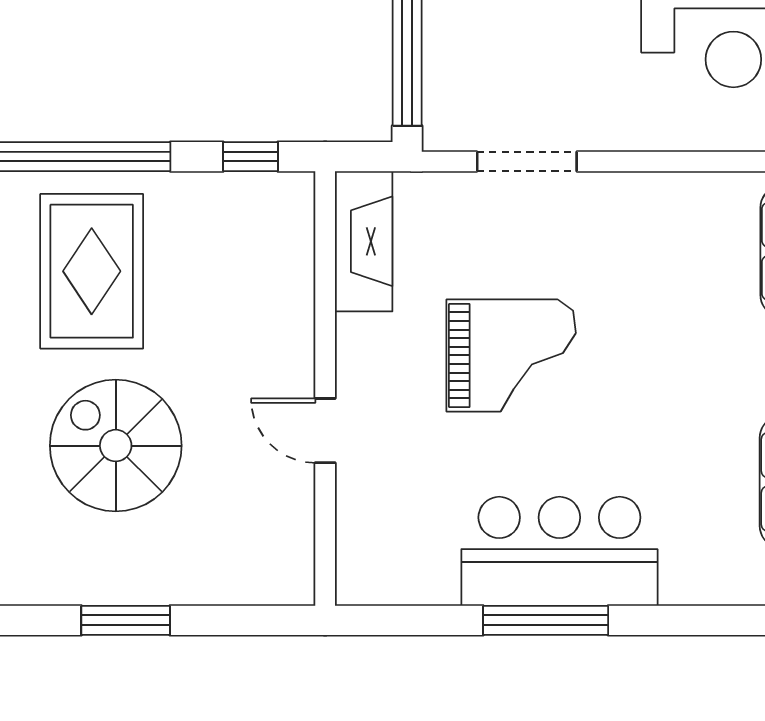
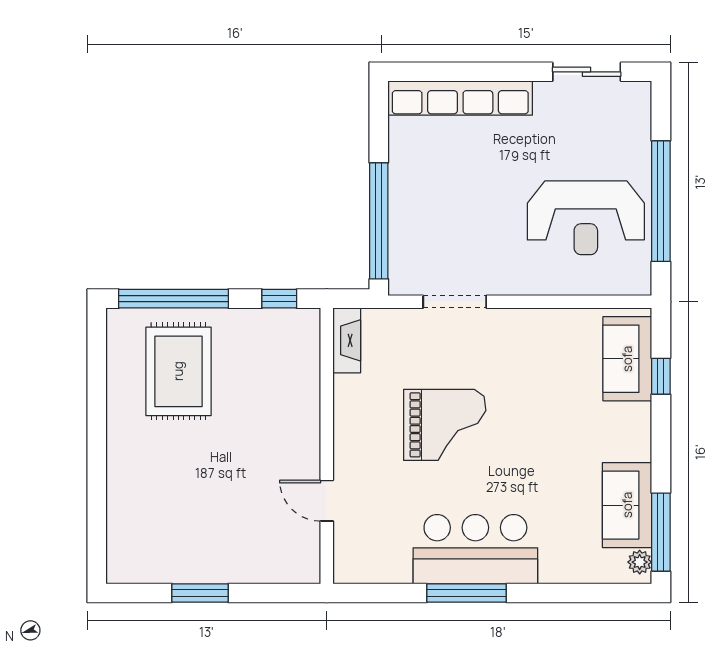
fireplace: (364, 241) -> (347, 340), width x0.73, depth x0.76
door: (325, 431) -> (327, 501), moved
spiral stairs: (116, 446) -> (194, 482), removed

